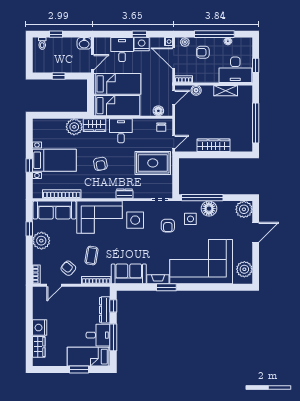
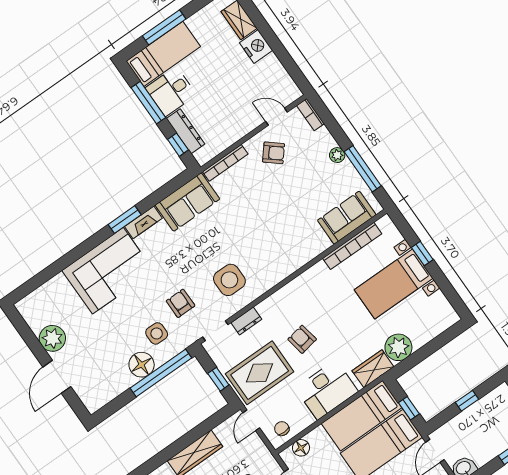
window: (90, 93) -> (409, 408), added
desk: (121, 131) -> (327, 390), width x1.37
armchair: (100, 164) -> (302, 339), moved
window: (176, 174) -> (218, 379), added
dresser: (124, 194) -> (246, 321), moved
plant: (244, 209) -> (94, 397), removed
sofa: (54, 210) -> (347, 218), width x0.73
corner sofa: (99, 217) -> (280, 250), removed
window: (29, 229) -> (363, 169), width x2.17
plant: (41, 241) -> (337, 155), width x0.53, depth x0.53
coffee table: (92, 256) -> (254, 192), removed
corner sofa: (201, 262) -> (108, 271), width x0.73, depth x0.74
plant: (244, 269) -> (52, 338), moved
door: (54, 285) -> (277, 117), hinge flipped
window: (79, 369) -> (164, 27), width x1.44

